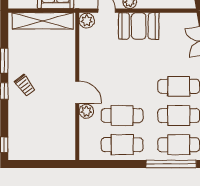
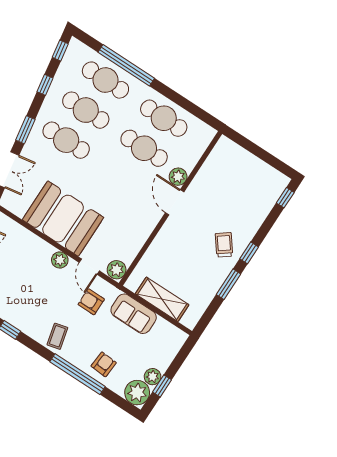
shelving: (43, 21) -> (162, 299), width x0.68
booth: (139, 26) -> (63, 219), width x1.36, depth x1.42

